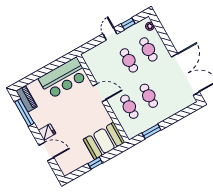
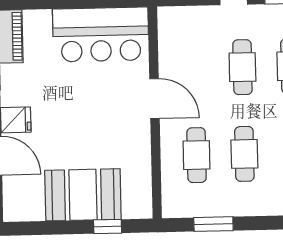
booth: (104, 141) -> (83, 195), moved
window: (95, 163) -> (108, 226), moved

